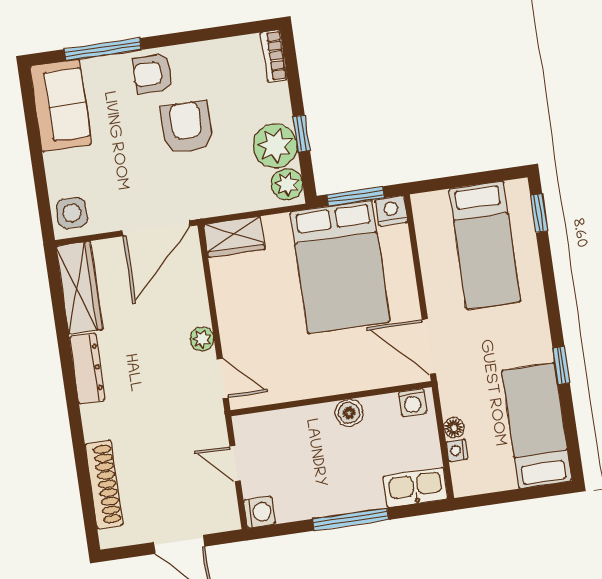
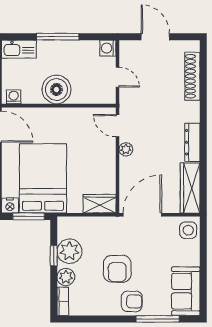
plant: (287, 184) -> (66, 277), moved
boiler: (349, 413) -> (56, 89), width x1.86, depth x1.86

